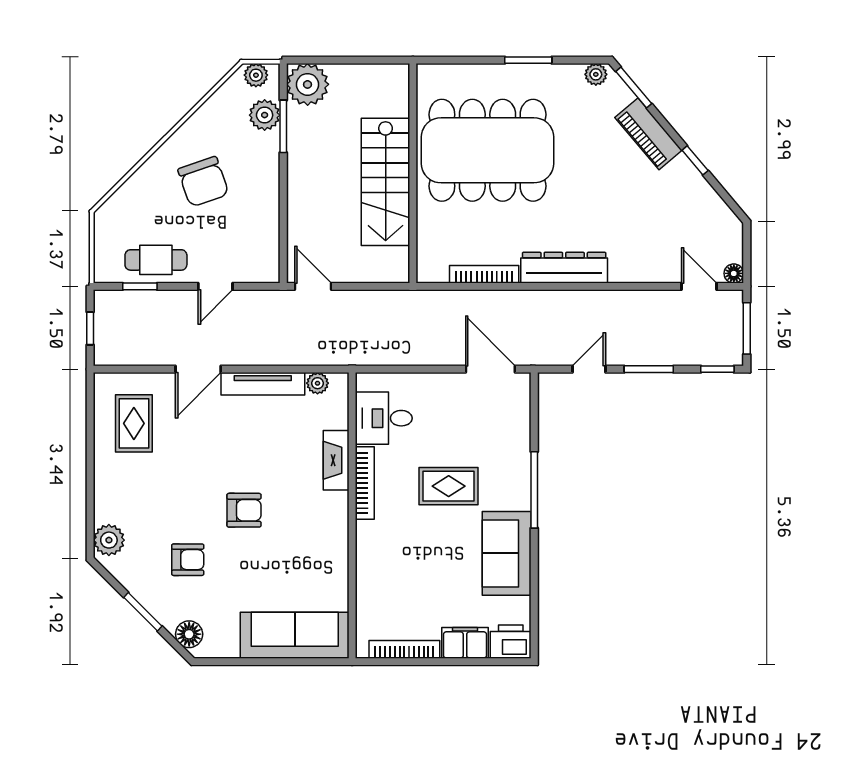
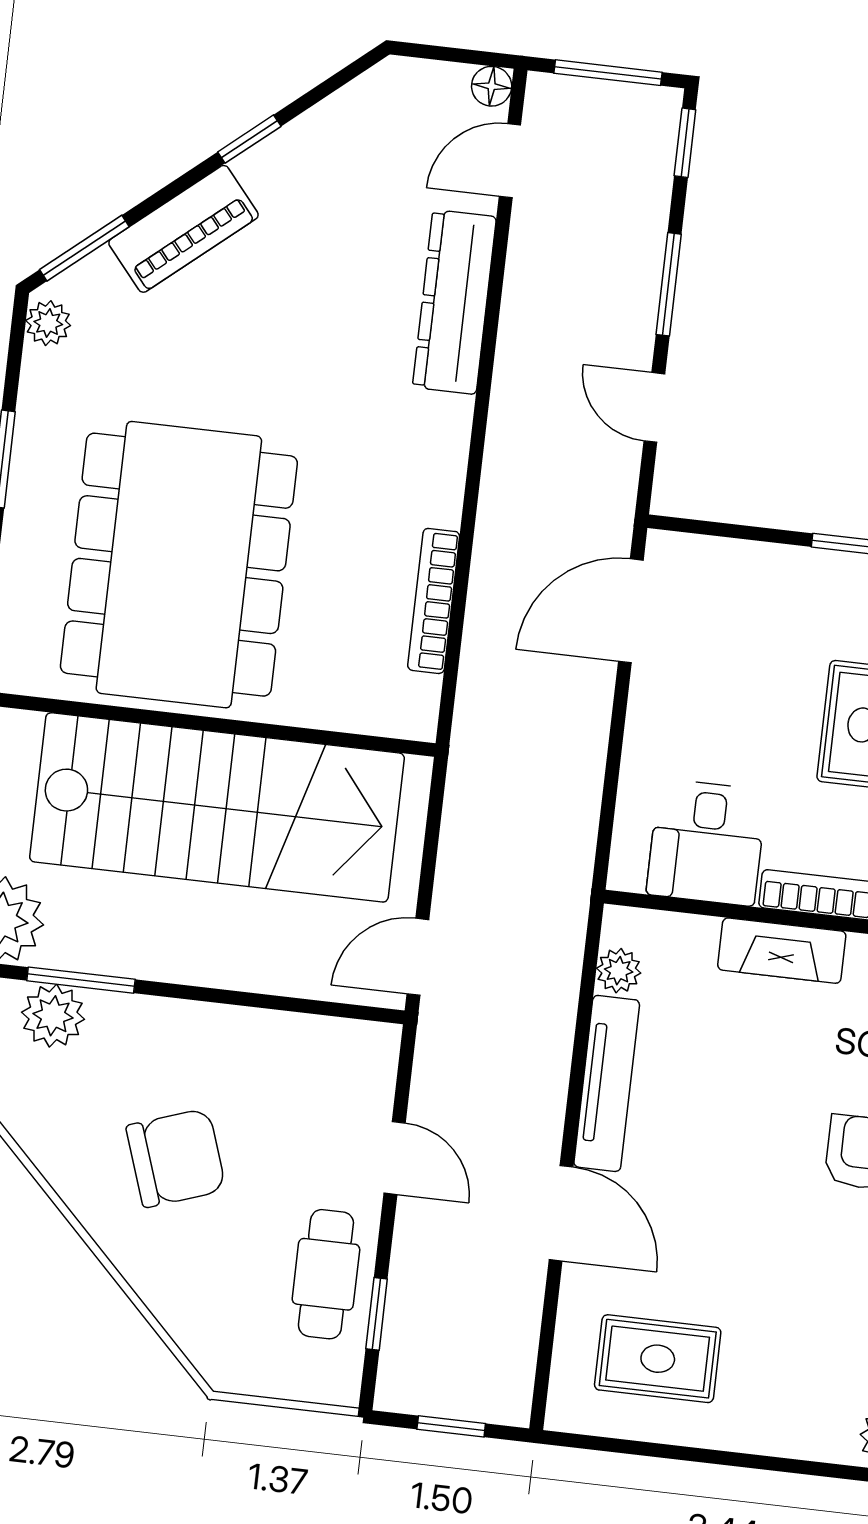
stairs: (386, 182) -> (217, 807), width x1.36, depth x1.51
dresser: (564, 268) -> (454, 302), moved

